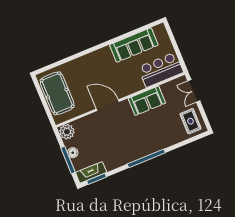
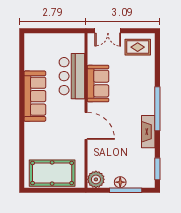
sofa: (134, 45) -> (35, 96), moved
bar counter: (161, 70) -> (72, 76), moved
door: (108, 105) -> (86, 126), swing flipped
fireplace: (91, 172) -> (148, 132), moved

